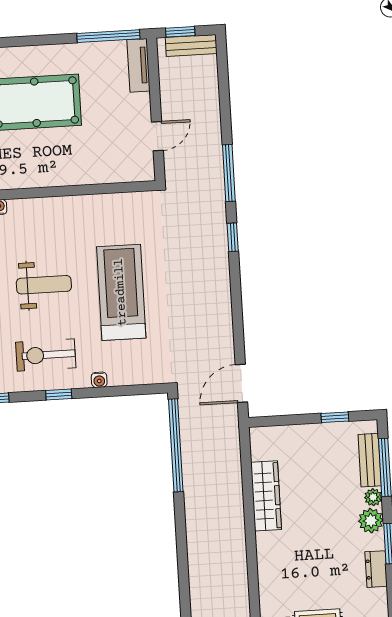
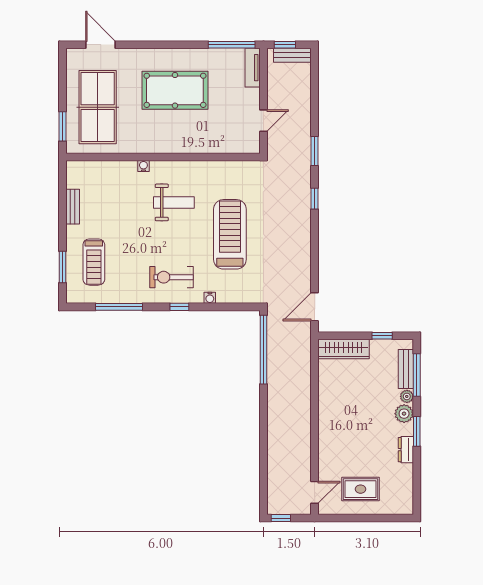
window: (229, 173) -> (315, 151), width x0.69
weight bench: (44, 285) -> (174, 202), moved
wardrobe: (266, 496) -> (343, 349), moved, turned 90

